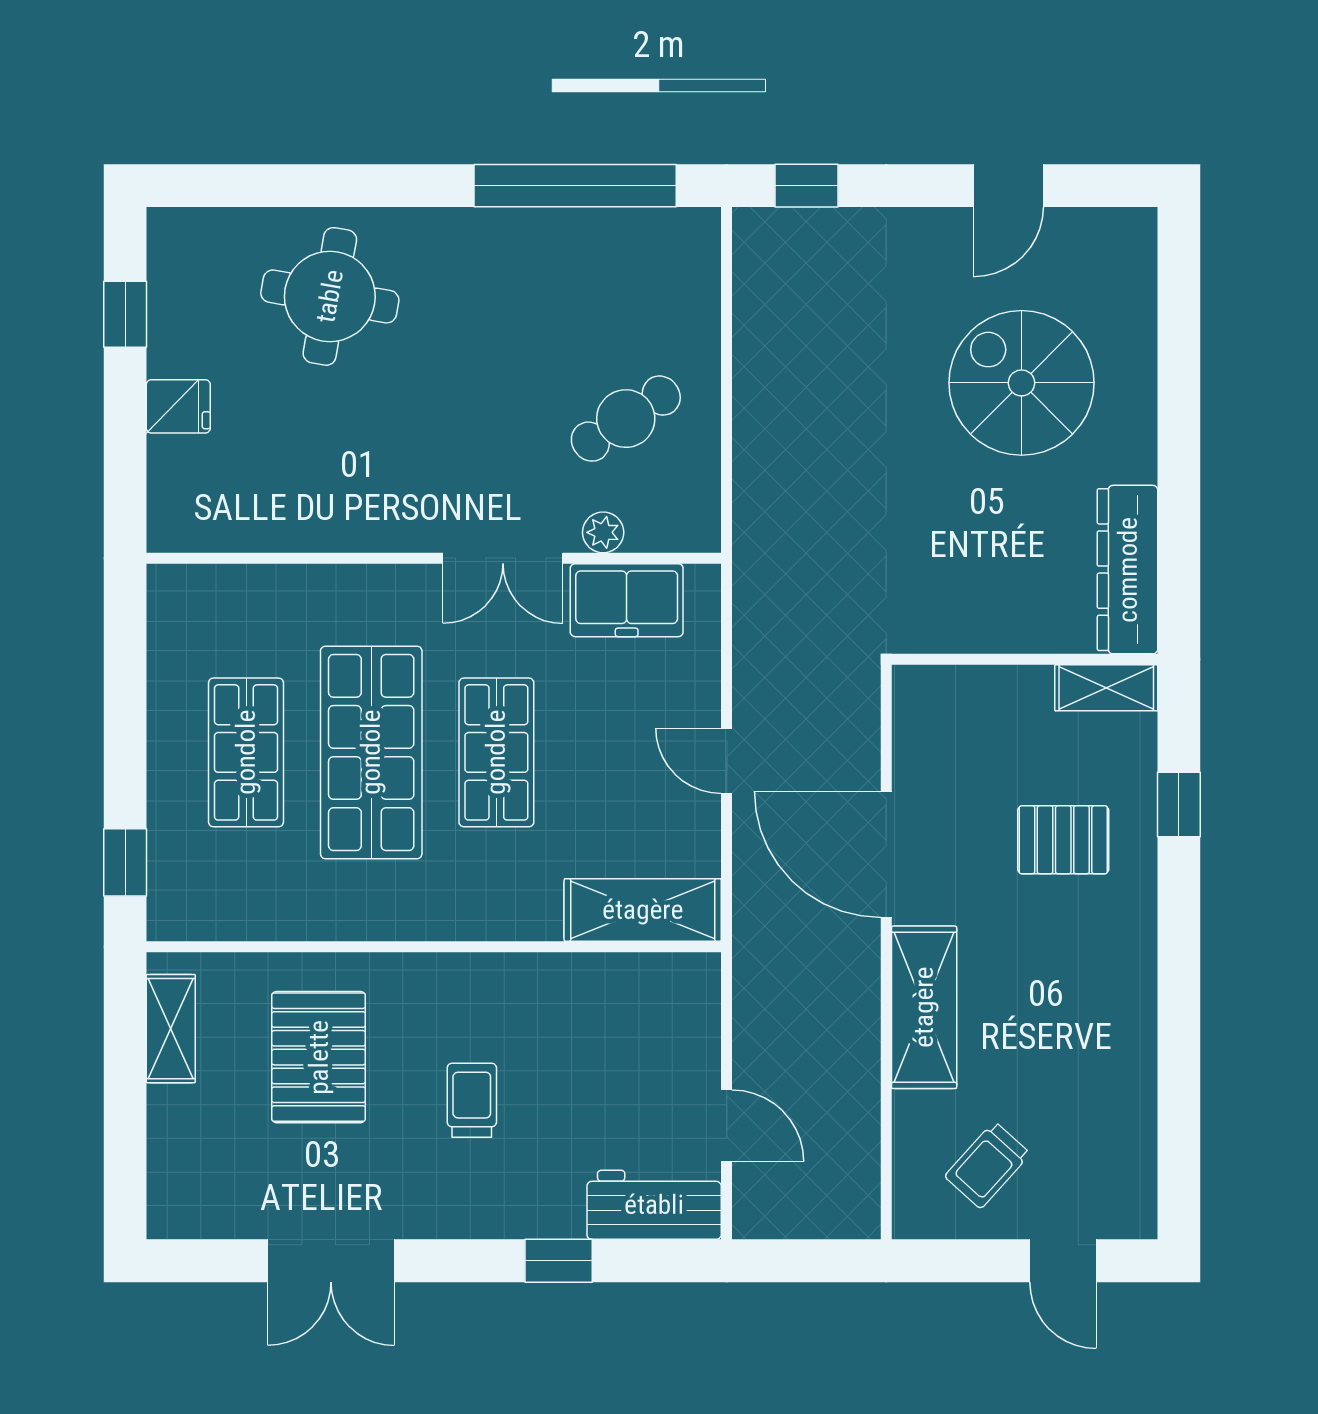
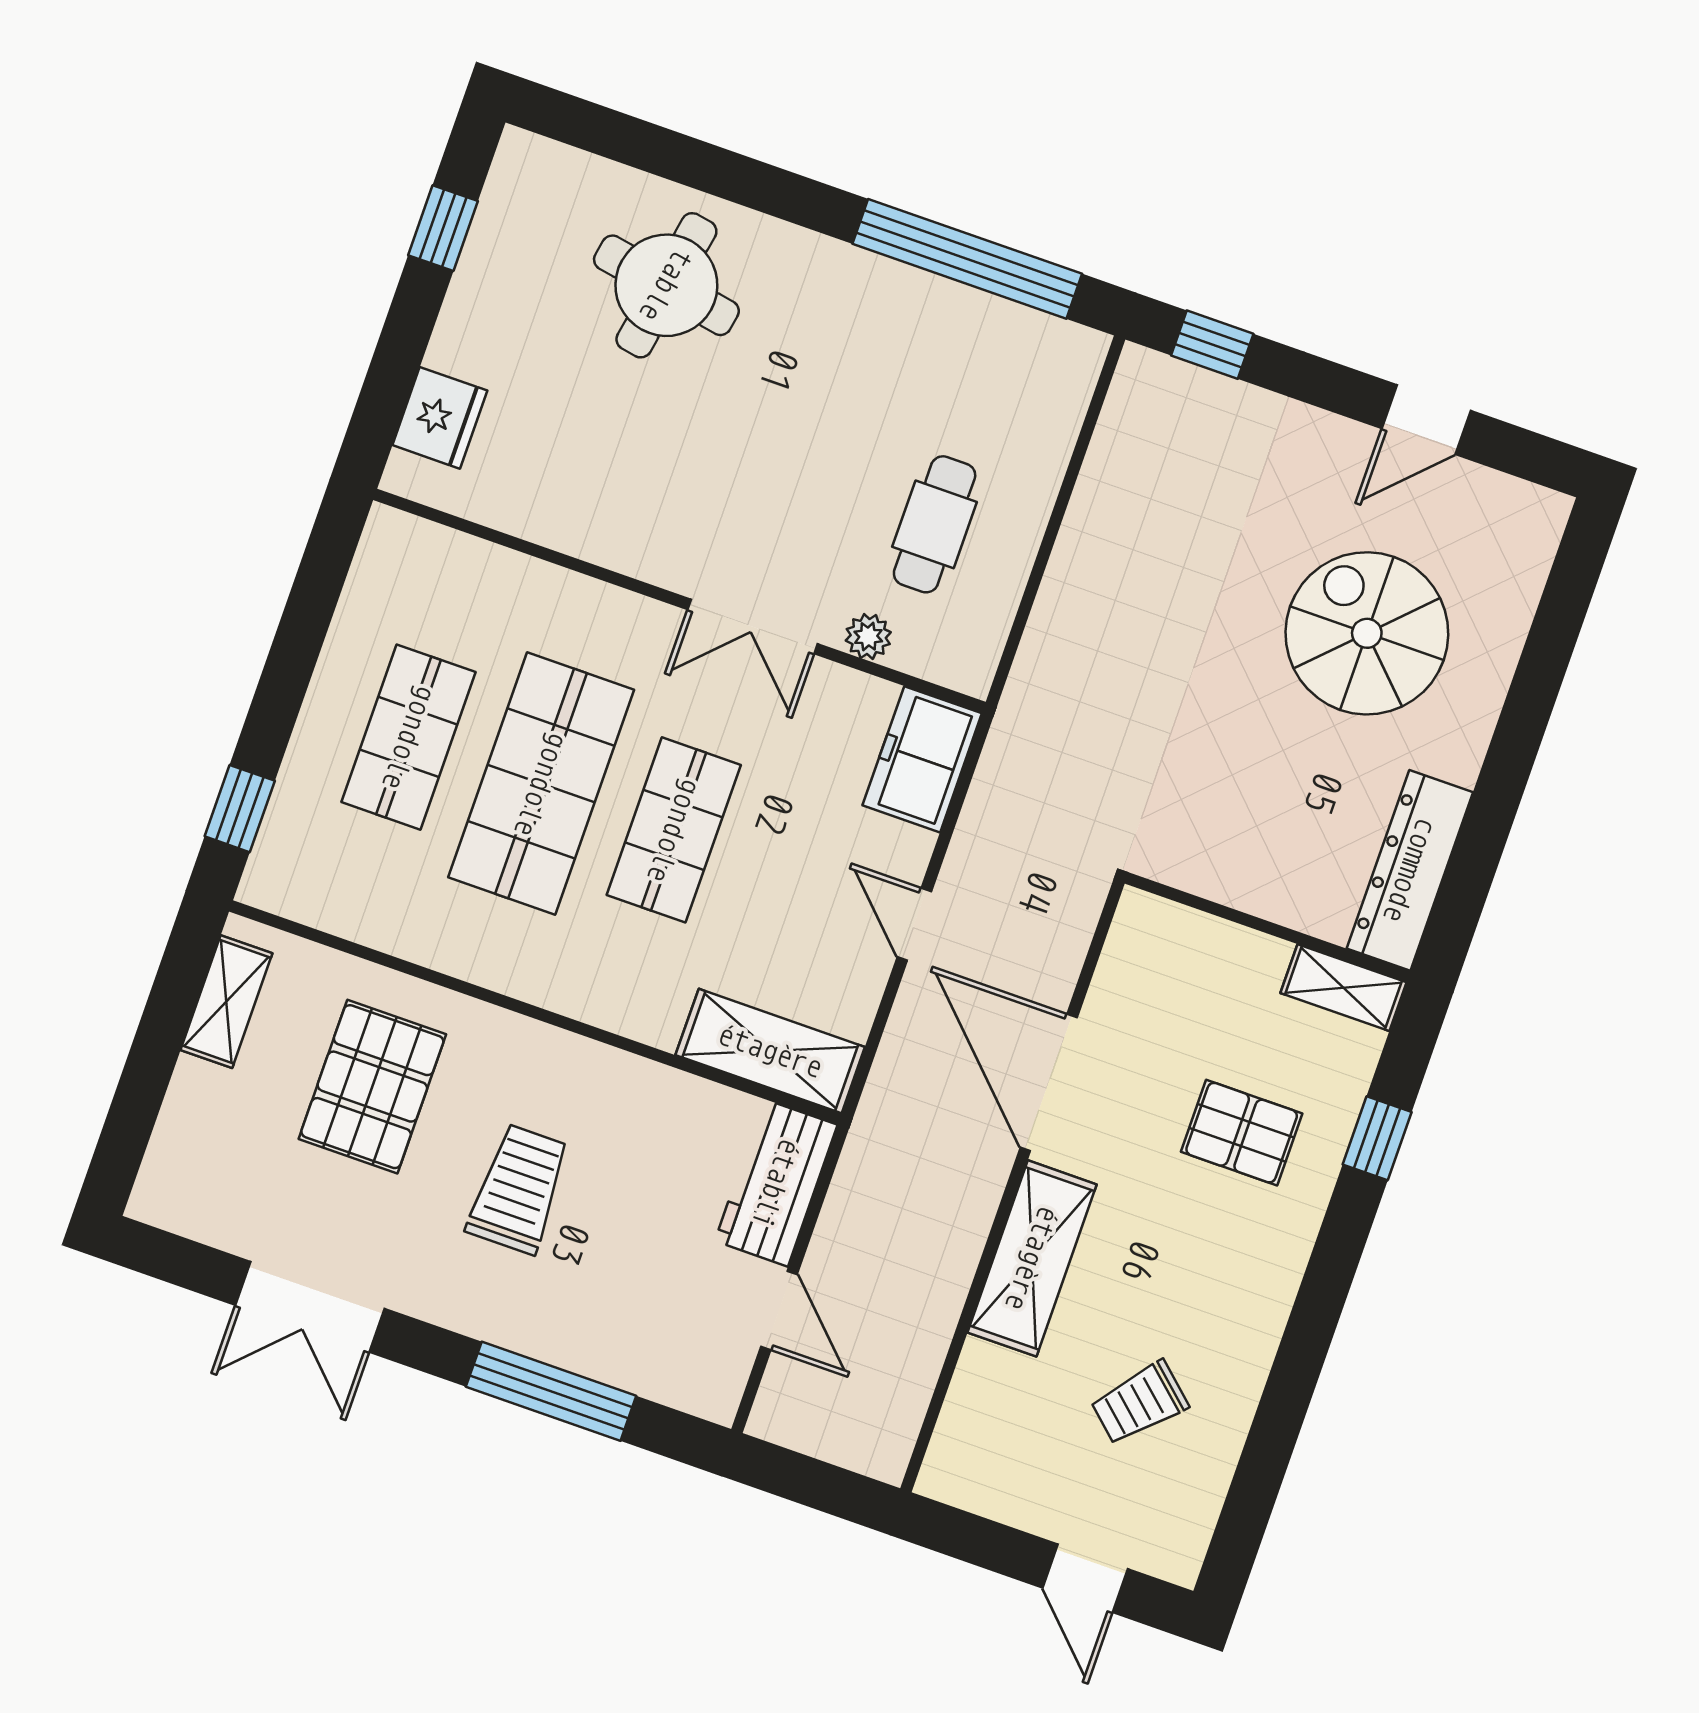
fridge: (178, 406) -> (440, 418), moved, width x1.38
cafe table: (626, 419) -> (935, 524), turned -57
freezer: (627, 600) -> (922, 759), moved, turned 90
trolley: (472, 1100) -> (519, 1189), width x1.36, depth x1.39
trolley: (987, 1165) -> (1139, 1403), moved
workbench: (654, 1205) -> (776, 1183), moved, turned -90
window: (559, 1261) -> (551, 1391), width x2.17

